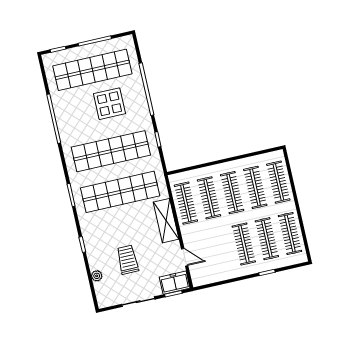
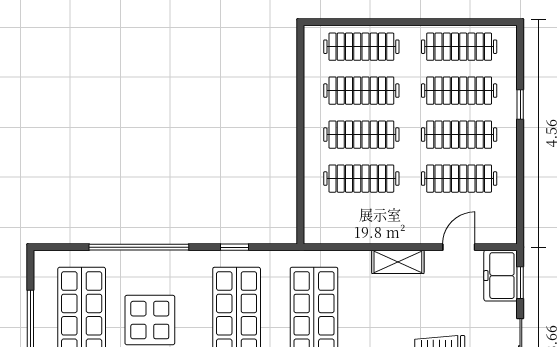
clothes rail: (186, 203) -> (459, 179), moved
shelving: (166, 221) -> (398, 262), width x0.67, depth x0.75

